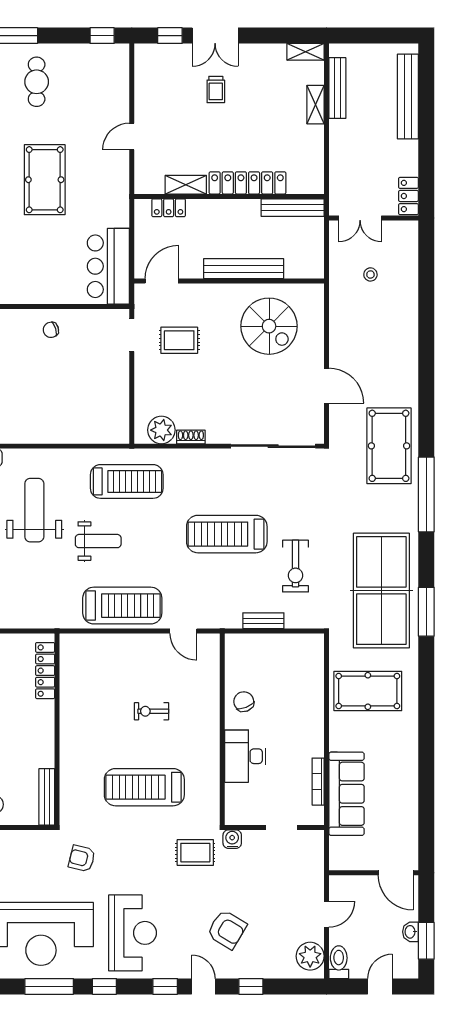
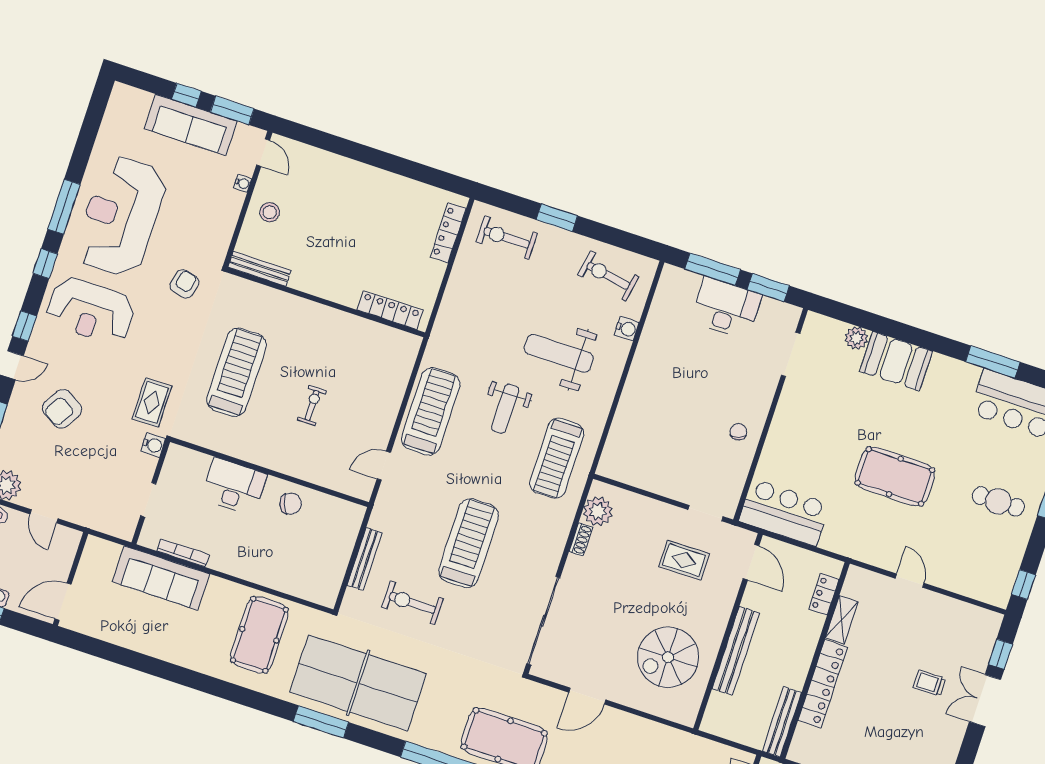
rug: (179, 340) -> (684, 560), turned 90
weight bench: (34, 510) -> (559, 353), turned 180
treadmill: (122, 606) -> (431, 411), turned 180
bench: (263, 621) -> (365, 559), width x1.36

